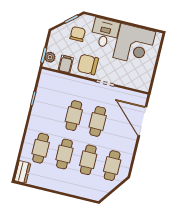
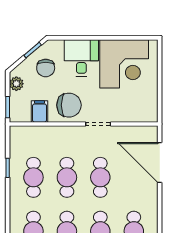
chair: (78, 34) -> (46, 68), turned 180
plant: (50, 57) -> (16, 84), moved
chair: (88, 65) -> (69, 105), turned 180
cafe table: (50, 110) -> (33, 177), added

